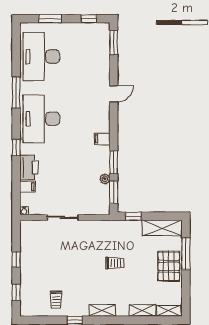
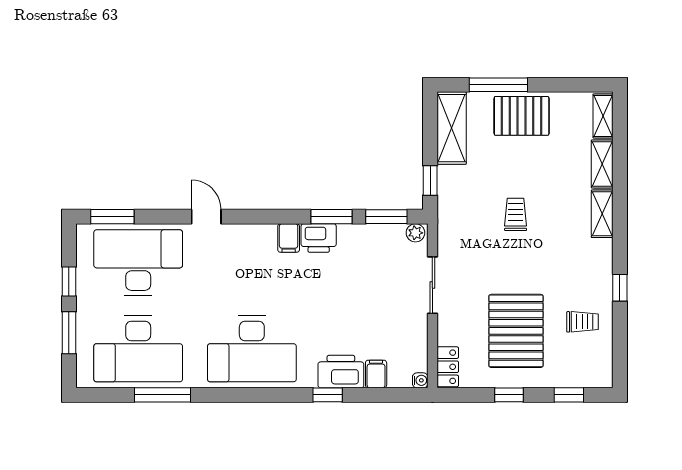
window: (89, 19) -> (69, 281), moved
desk: (88, 57) -> (138, 263), added
window: (16, 92) -> (163, 395), moved
window: (16, 148) -> (328, 395), moved
printer: (102, 155) -> (319, 238), added
plant: (105, 179) -> (415, 233), moved
sliding door: (63, 218) -> (432, 285), moved
locker: (32, 226) -> (448, 367), added
pallet: (51, 263) -> (516, 331), added
shelving: (102, 310) -> (602, 214), moved

